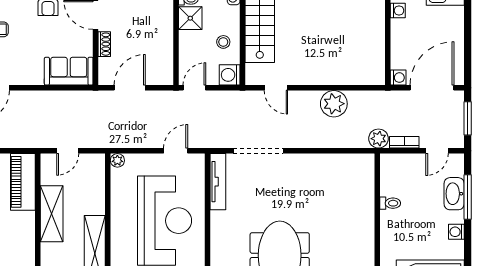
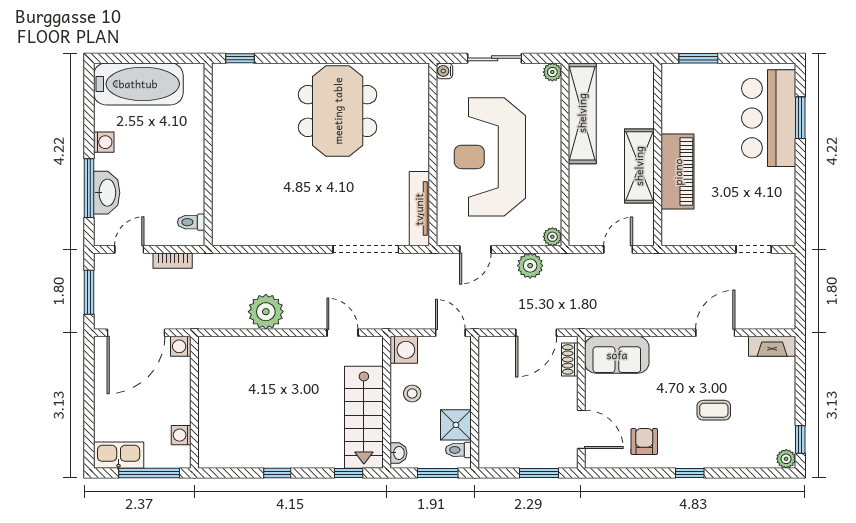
shoe rack: (104, 44) -> (570, 360), moved
door: (194, 88) -> (450, 333), swing flipped
plant: (379, 139) -> (530, 266), moved
piano: (23, 182) -> (678, 172), moved
toilet: (390, 203) -> (191, 222), moved

